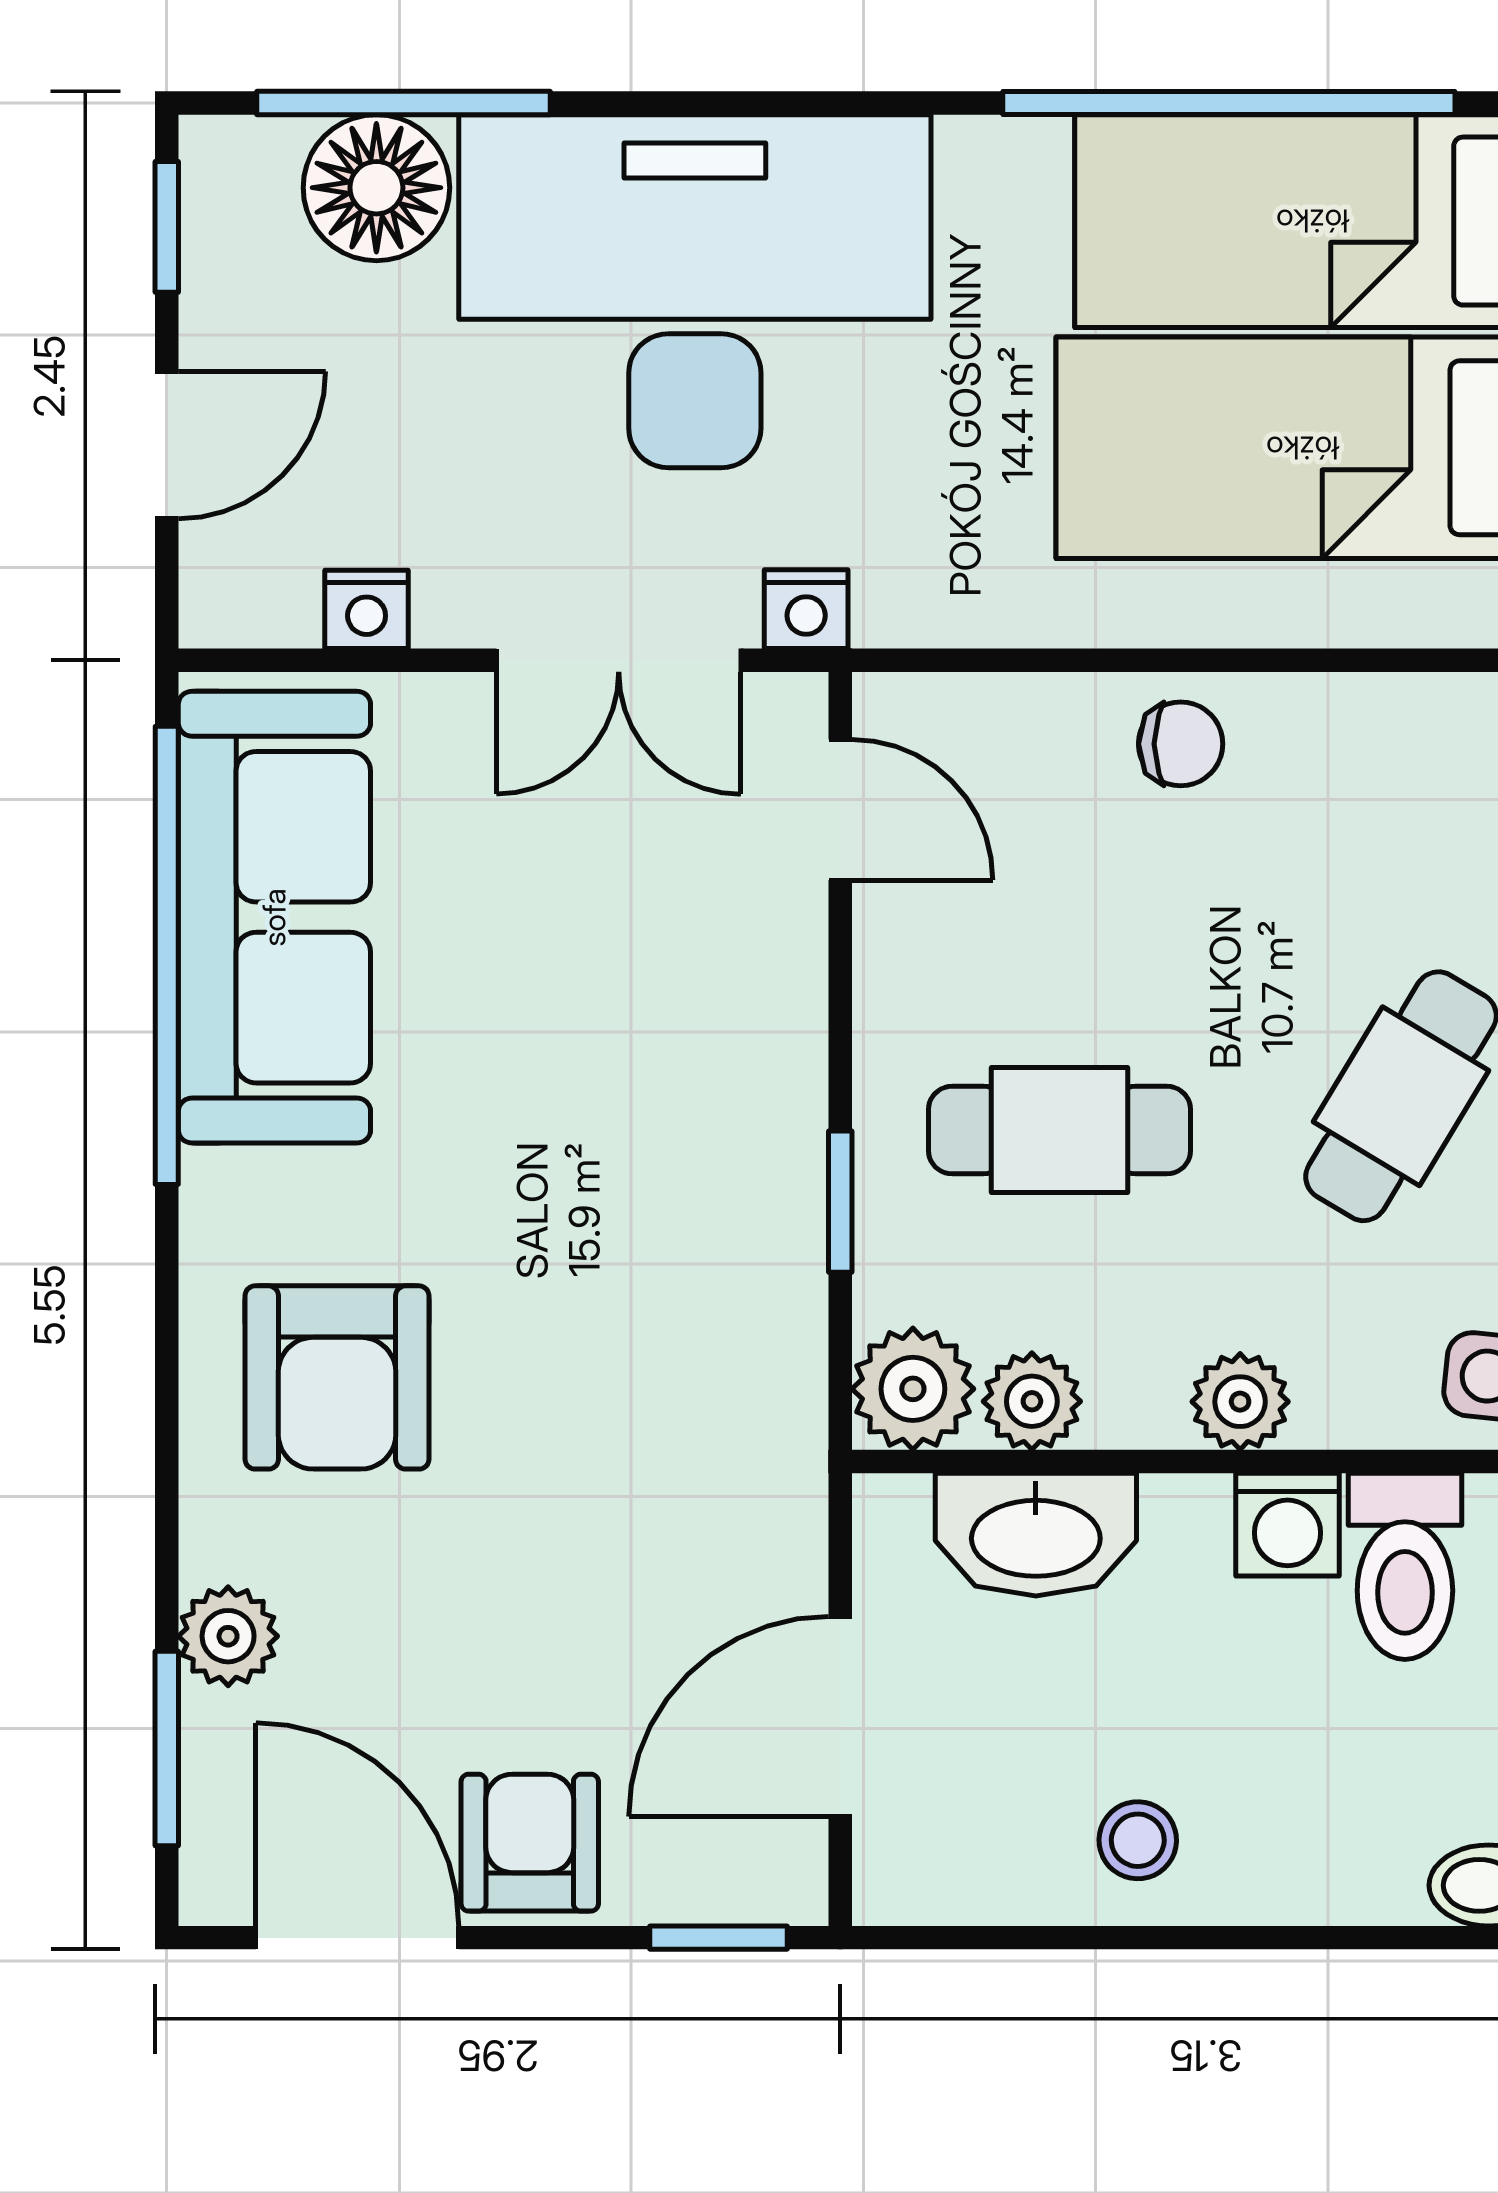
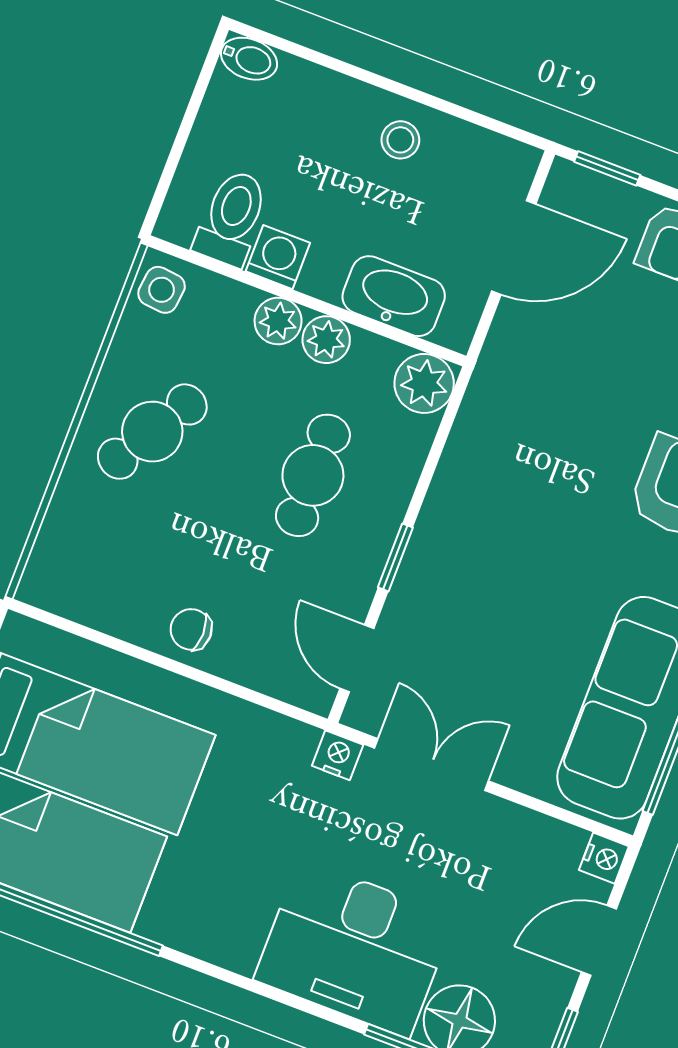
desk: (695, 291) -> (354, 948), width x0.73, depth x0.77
nightstand: (367, 609) -> (604, 858), moved, turned 90
cafe table: (1060, 1130) -> (313, 475), turned 90
window: (840, 1202) -> (395, 557), moved
plant: (1032, 1401) -> (326, 340), moved

